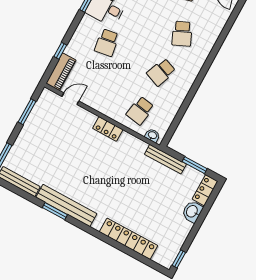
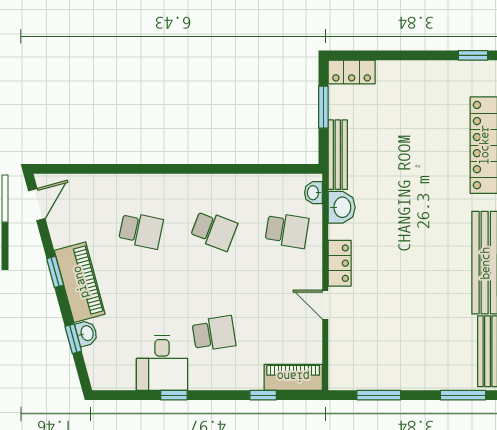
school desk: (182, 34) -> (141, 230), turned 36
door: (70, 99) -> (325, 305), moved
washbasin: (192, 212) -> (342, 207), moved, turned -90

